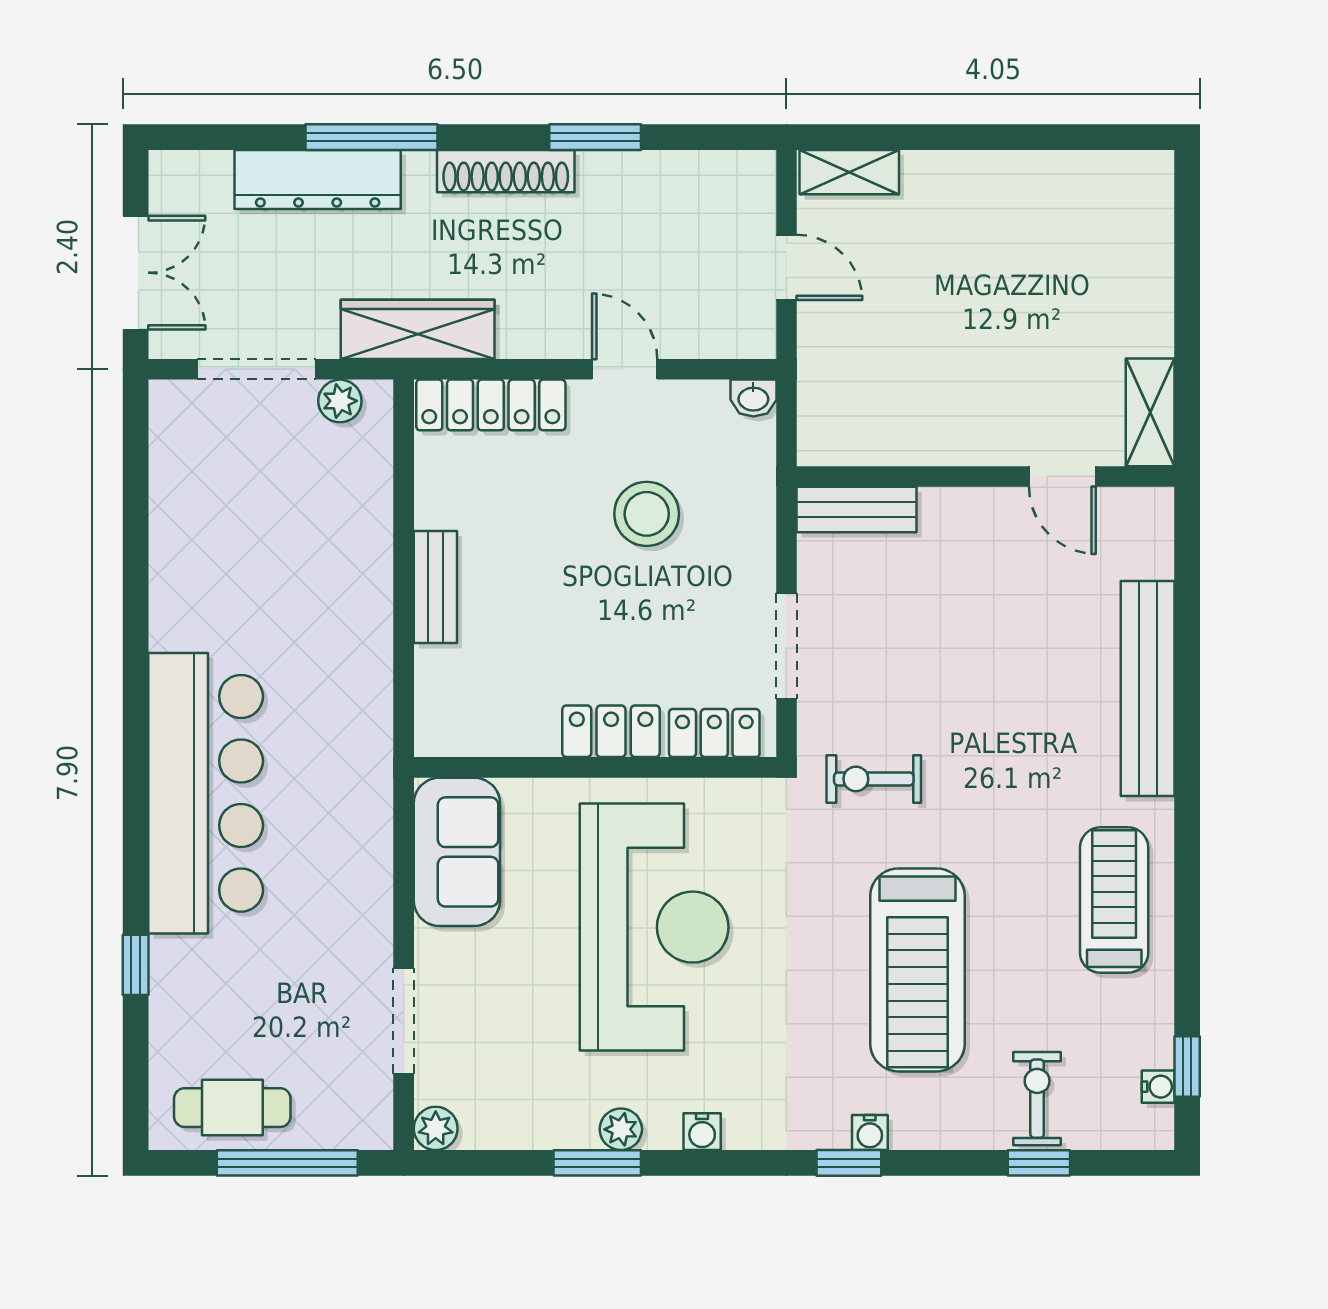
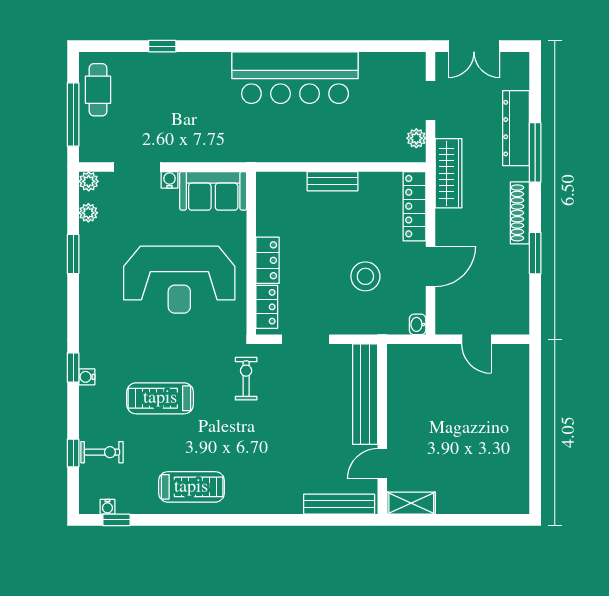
shelving: (849, 172) -> (519, 368), removed
door: (786, 267) -> (476, 339), hinge flipped
doorway: (256, 369) -> (431, 101), width x0.73
door: (625, 369) -> (431, 266), width x1.38
bench: (857, 510) -> (365, 394), width x1.86, depth x1.21
bench: (1148, 689) -> (339, 504), moved, width x0.73, depth x0.82
bar counter: (206, 793) -> (295, 78), moved
treadmill: (917, 970) -> (160, 398), width x0.73, depth x0.73
plant: (621, 1129) -> (88, 213), moved
water cooler: (702, 1132) -> (170, 180), moved, turned 90

